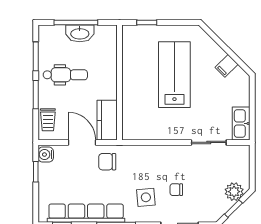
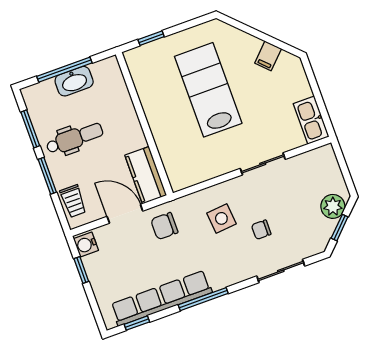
sliding door: (209, 142) -> (263, 164), moved
side table: (146, 197) -> (221, 218), moved

